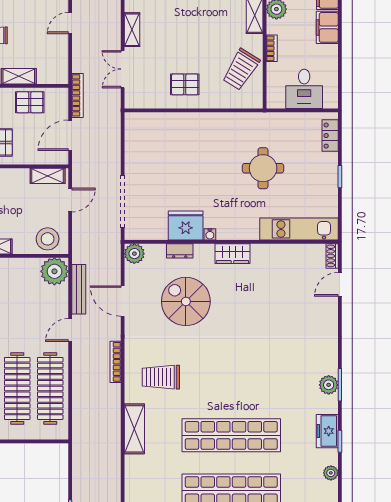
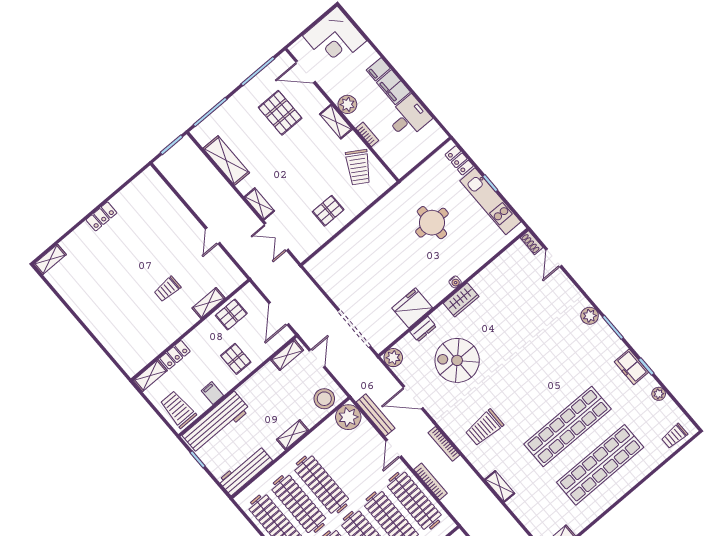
desk: (304, 89) -> (408, 117), moved, turned -90
bookcase: (77, 95) -> (431, 481), moved
kitchen unit: (299, 229) -> (490, 201), moved, turned -90
water cooler: (210, 234) -> (455, 282), moved
plant: (329, 385) -> (590, 316), moved
shelving: (134, 429) -> (500, 486), width x0.67, depth x0.75

